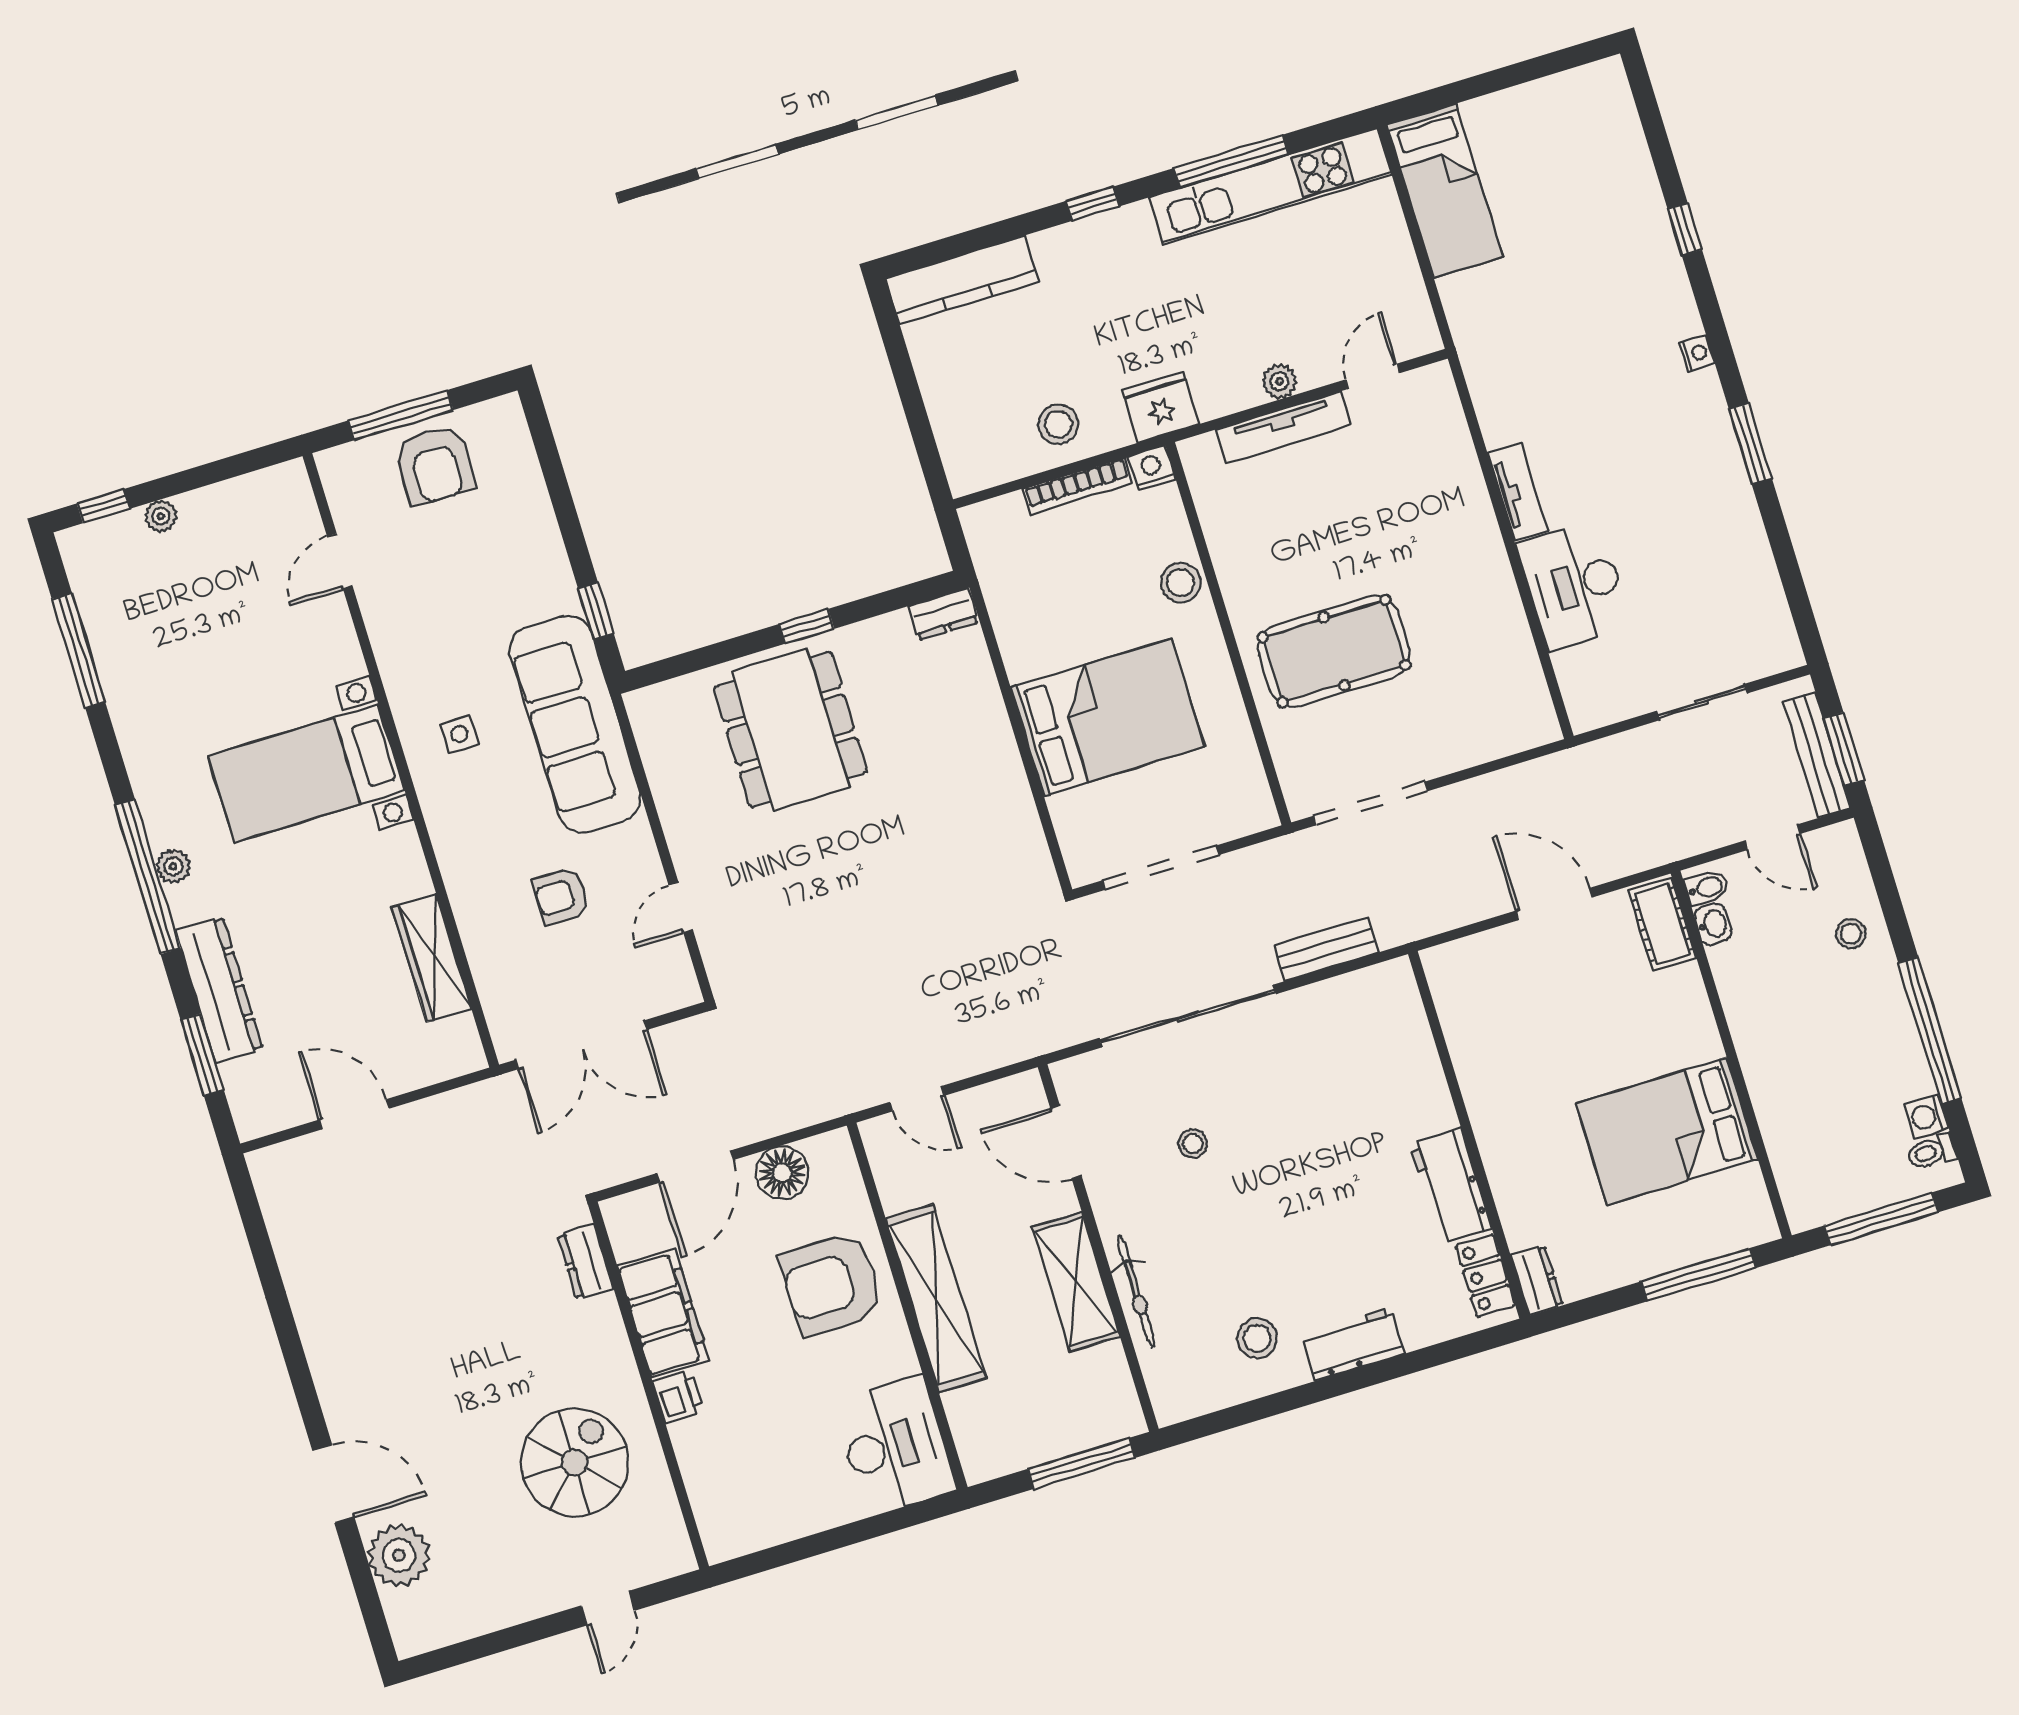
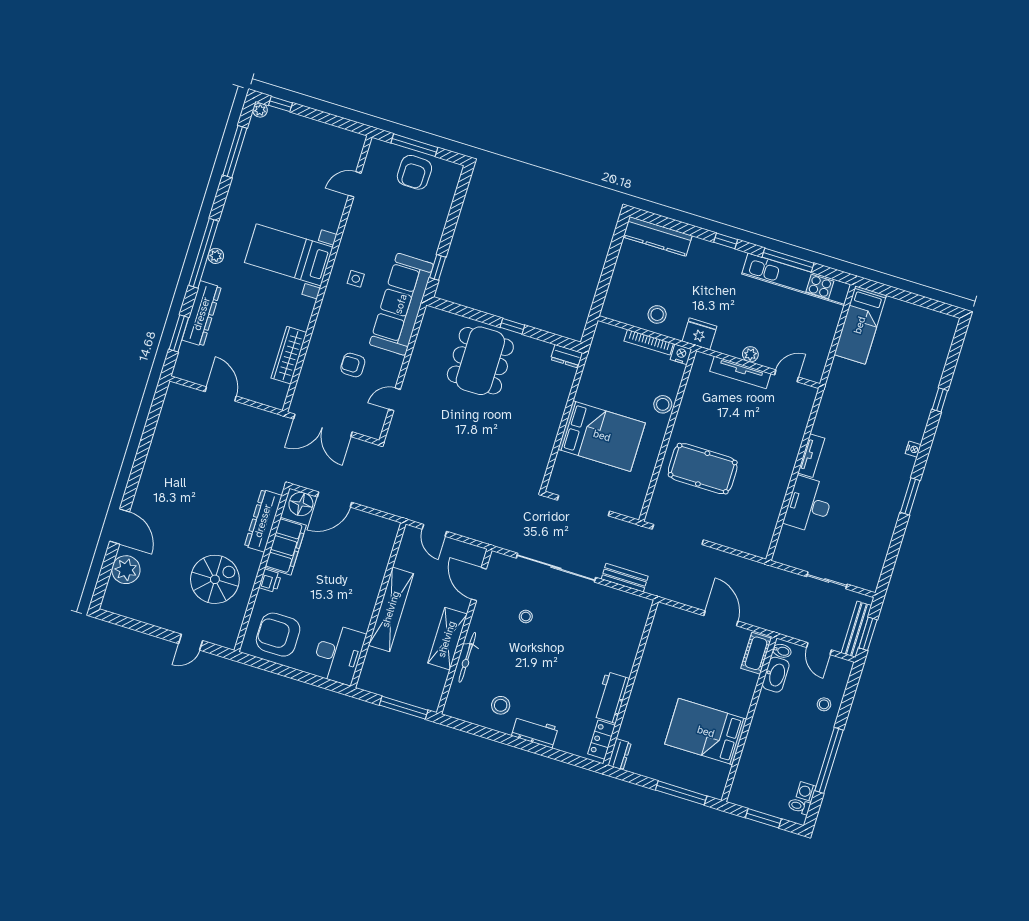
plant: (161, 516) -> (260, 110), moved
washbasin: (1713, 924) -> (776, 675), width x1.91, depth x1.45
floor lamp: (782, 1173) -> (301, 504), moved
window: (1881, 1219) -> (763, 818), width x0.69
dresser: (585, 1262) -> (263, 521), width x1.96, depth x1.24
armchair: (831, 1284) -> (278, 635), moved

